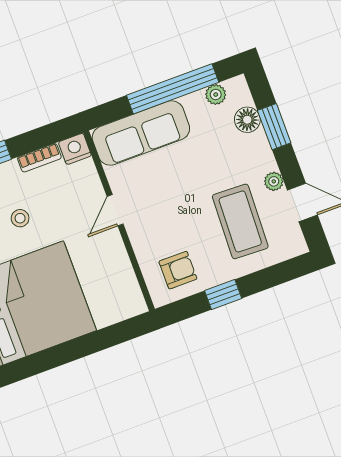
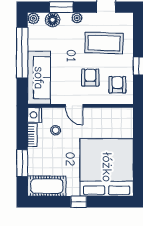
plant: (216, 95) -> (33, 18), moved
plant: (274, 181) -> (77, 18), moved
stool: (20, 218) -> (56, 130), moved
armchair: (173, 220) -> (90, 78), added

